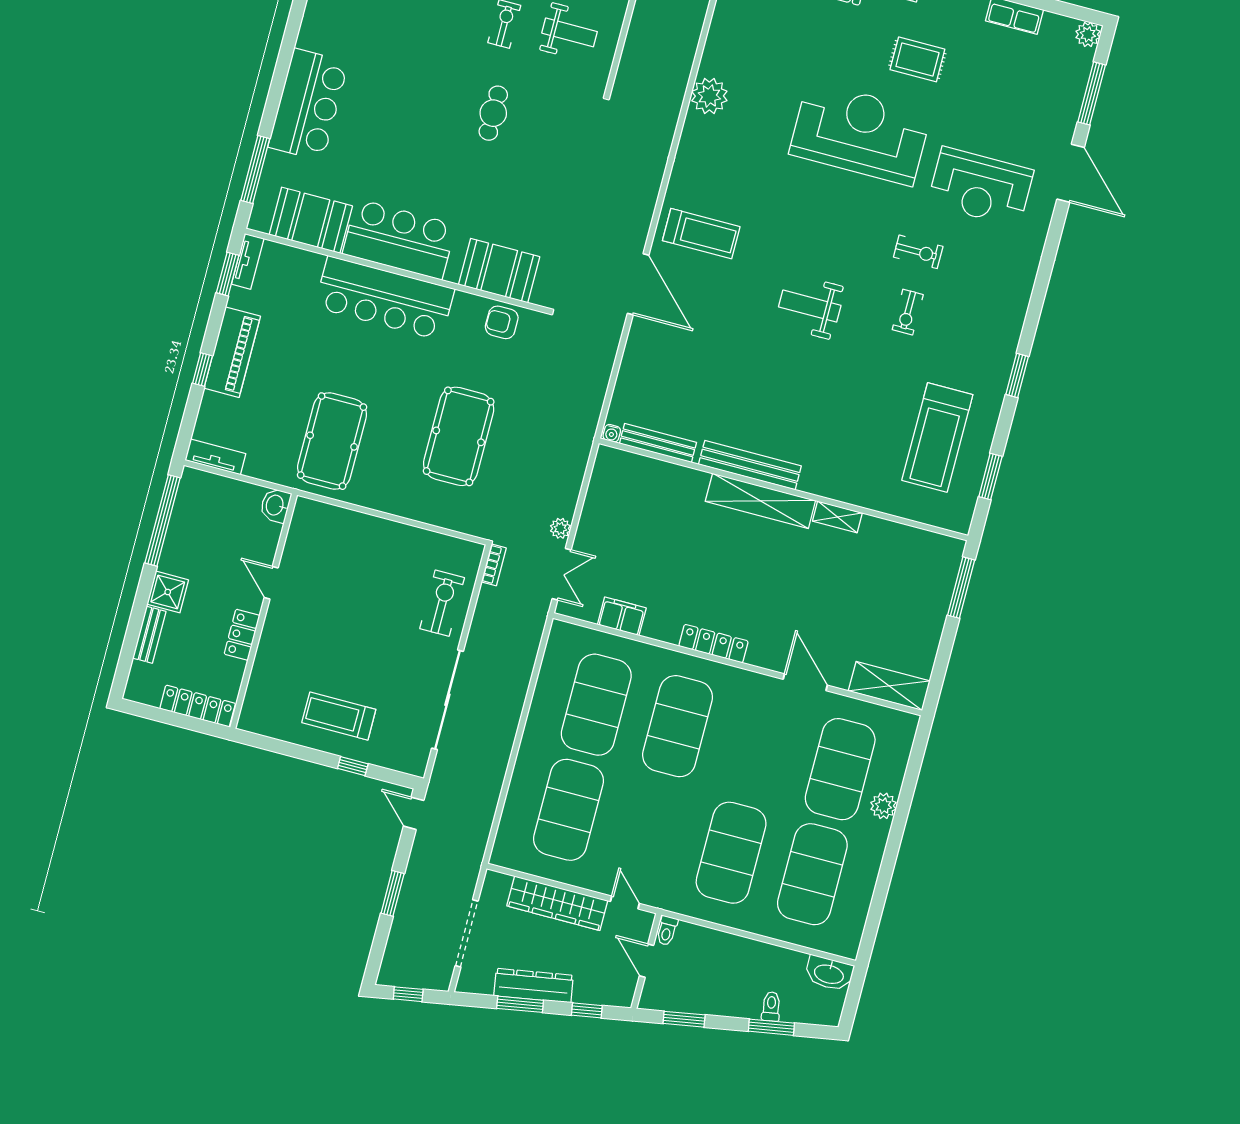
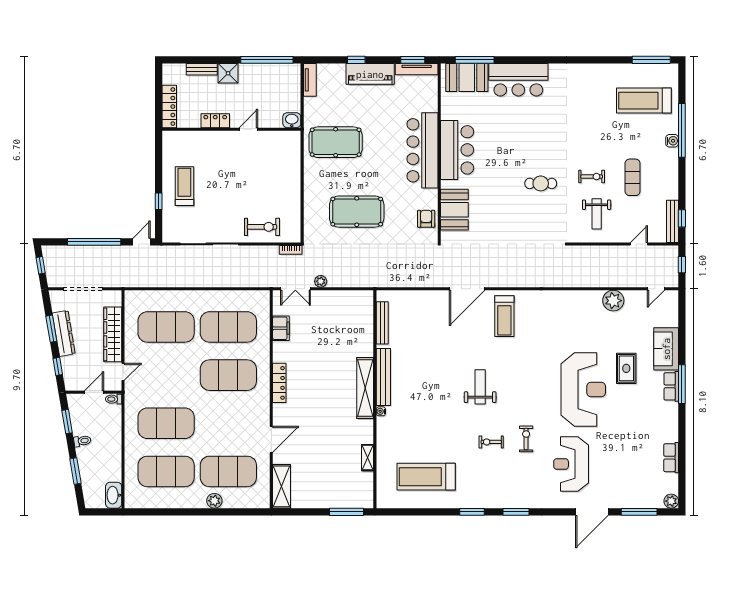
rug: (917, 59) -> (626, 368), moved
plant: (709, 96) -> (613, 301), moved
booth: (311, 220) -> (467, 78), moved, turned 90
exercise bike: (918, 252) -> (526, 439), turned 180
tv unit: (248, 261) -> (417, 69), width x1.41
water cooler: (612, 433) -> (381, 411), moved
window: (990, 477) -> (516, 512), moved
shelving: (837, 517) -> (368, 458), moved
window: (393, 893) -> (94, 242), width x2.11
toilet: (771, 1006) -> (82, 441), moved

